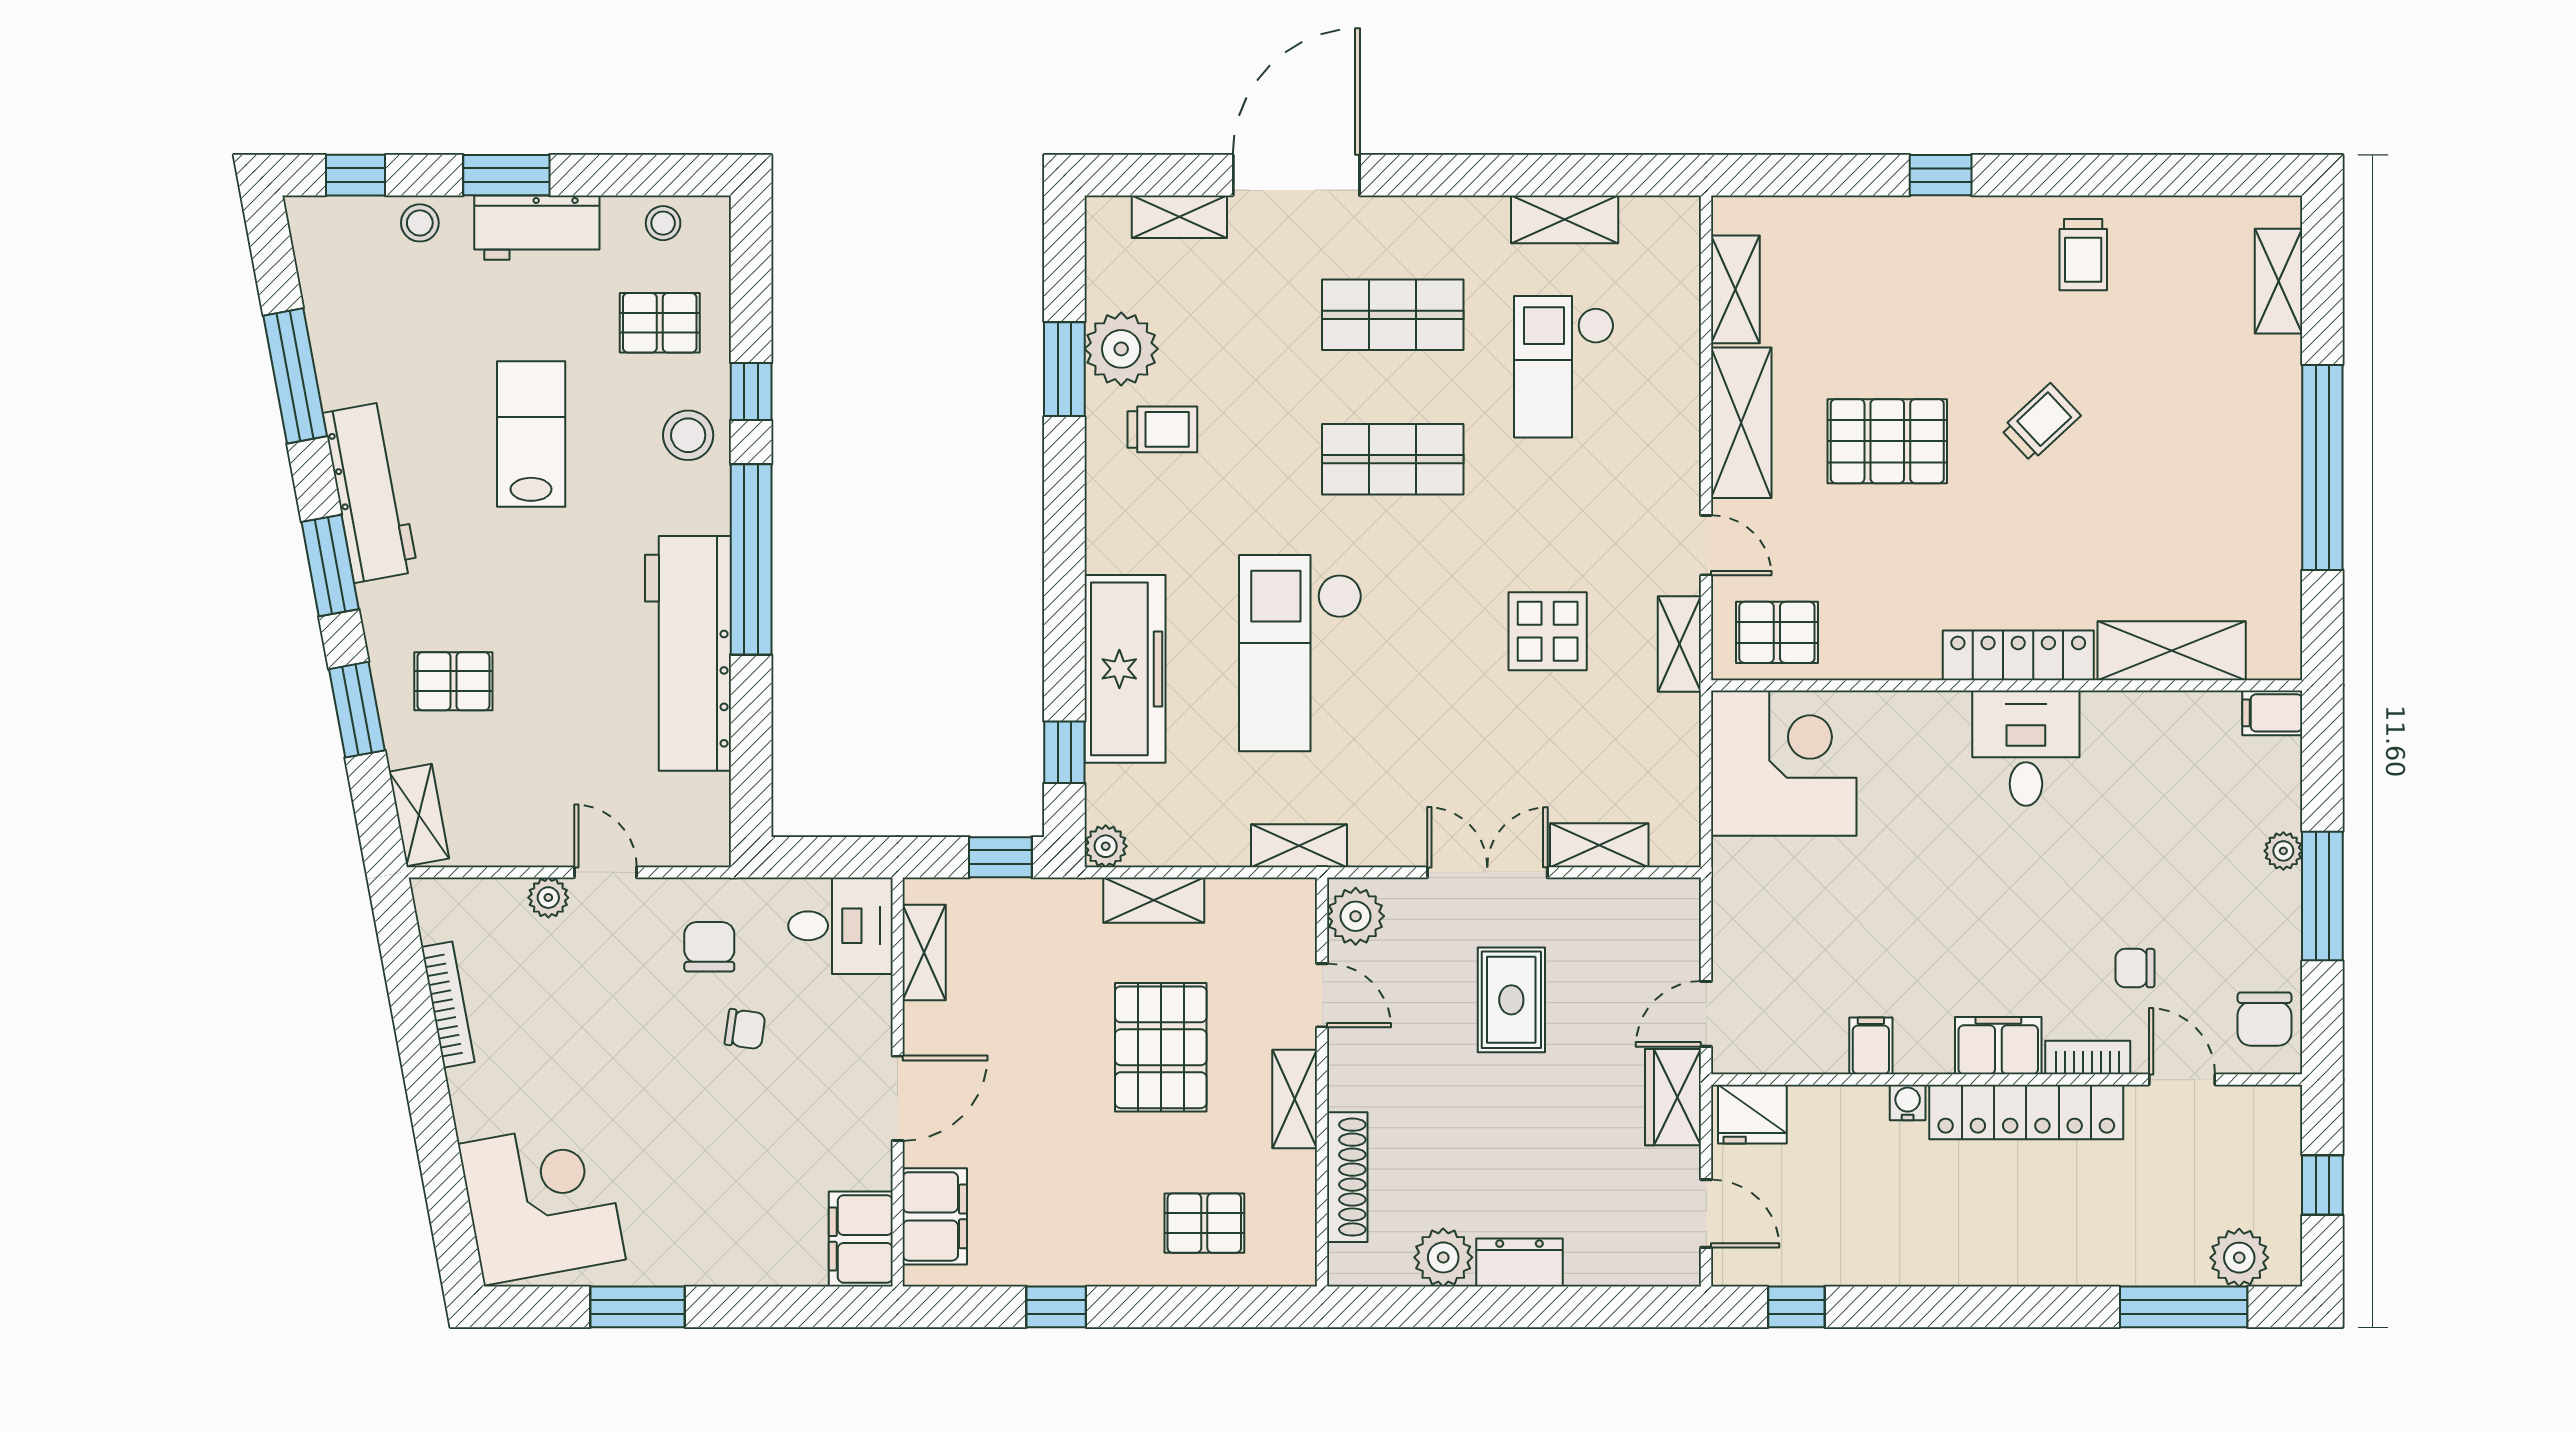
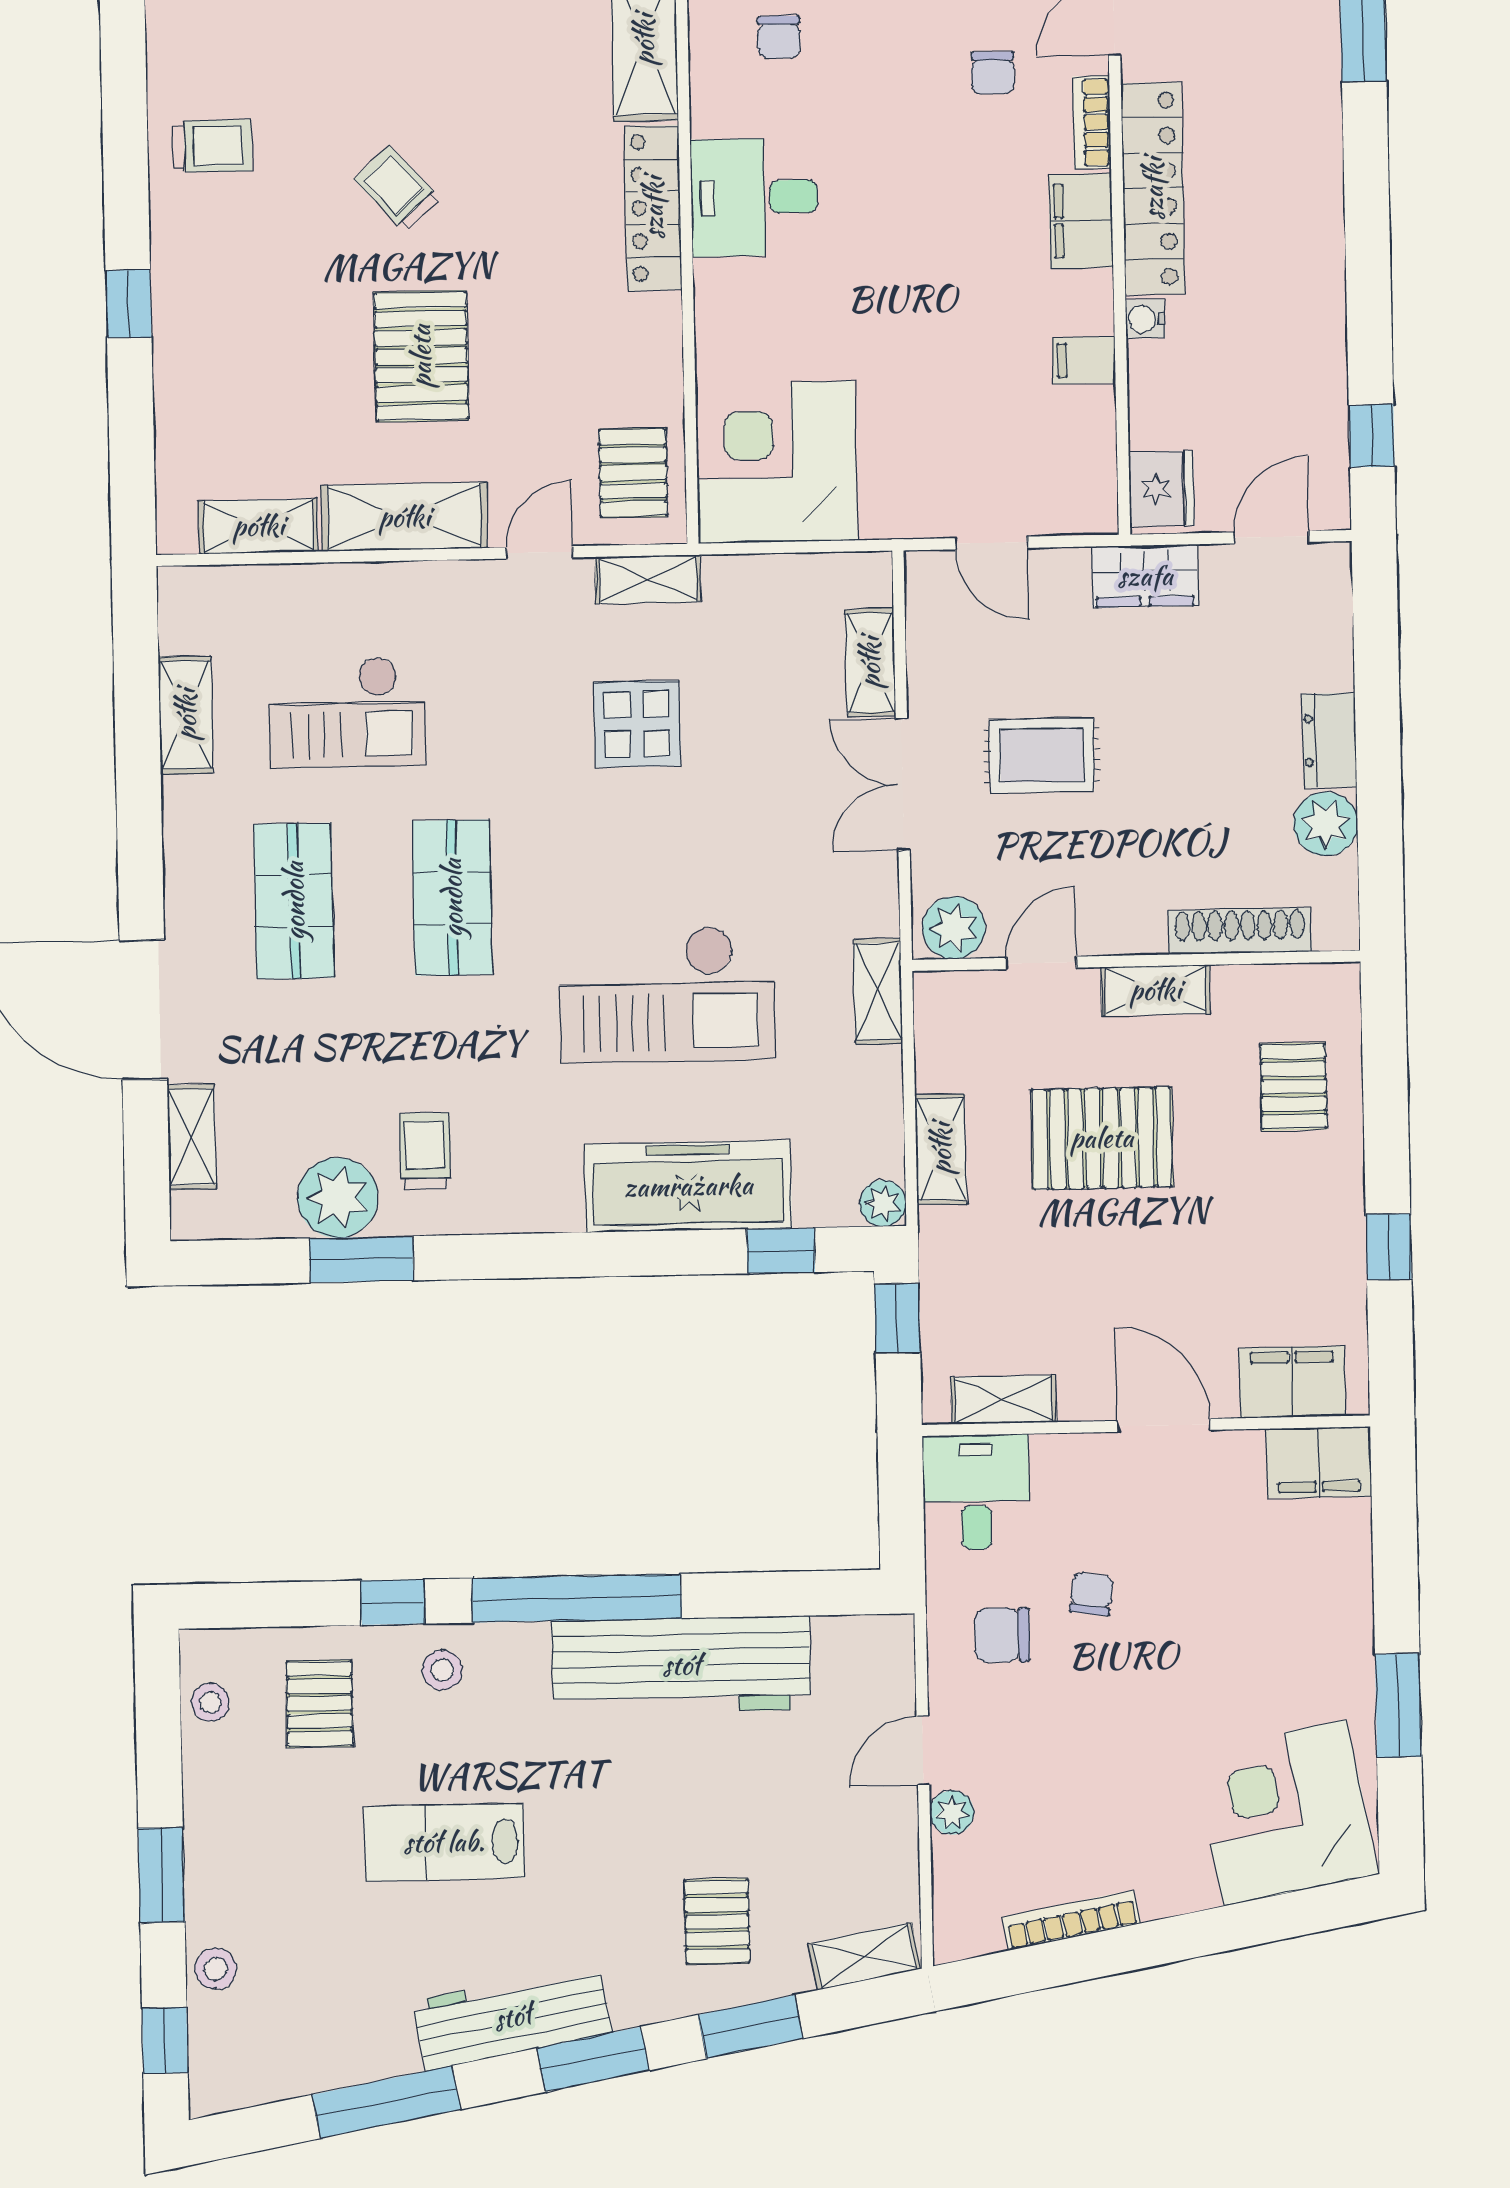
workbench: (537, 228) -> (218, 1841), removed
stool: (688, 435) -> (442, 1670), width x0.73, depth x0.73
chair: (2172, 774) -> (779, 37), added
door: (1706, 1014) -> (991, 543), moved

